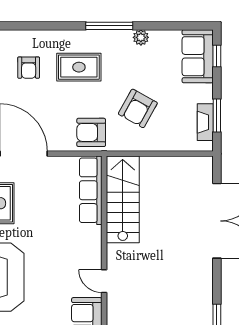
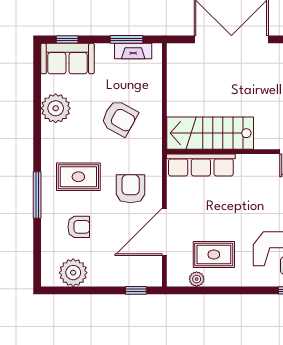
window: (109, 26) -> (37, 195), moved
plant: (141, 37) -> (56, 108), width x1.88, depth x1.88
rug: (79, 67) -> (78, 177), turned 90
armchair: (91, 132) -> (131, 189), moved, turned 180

